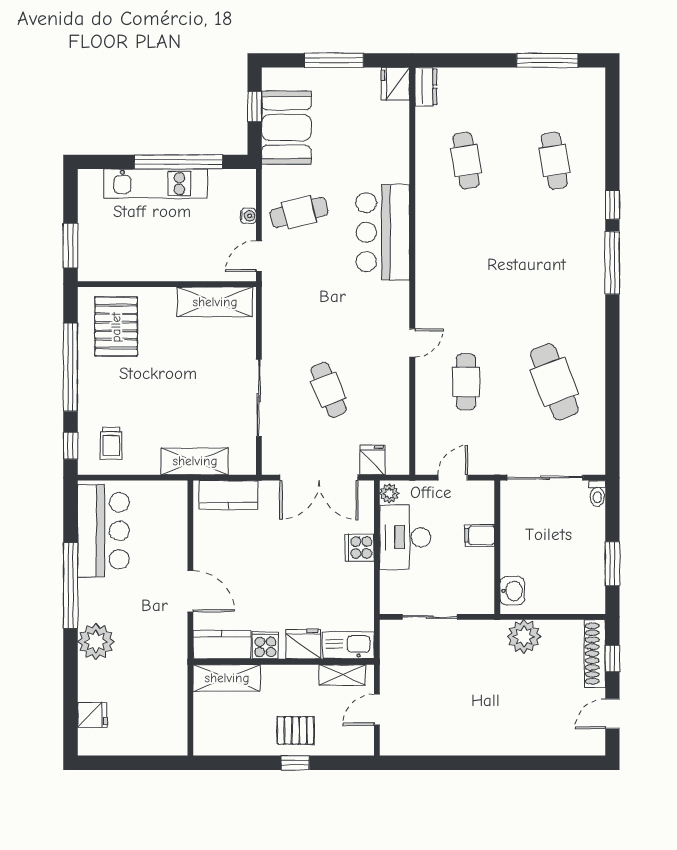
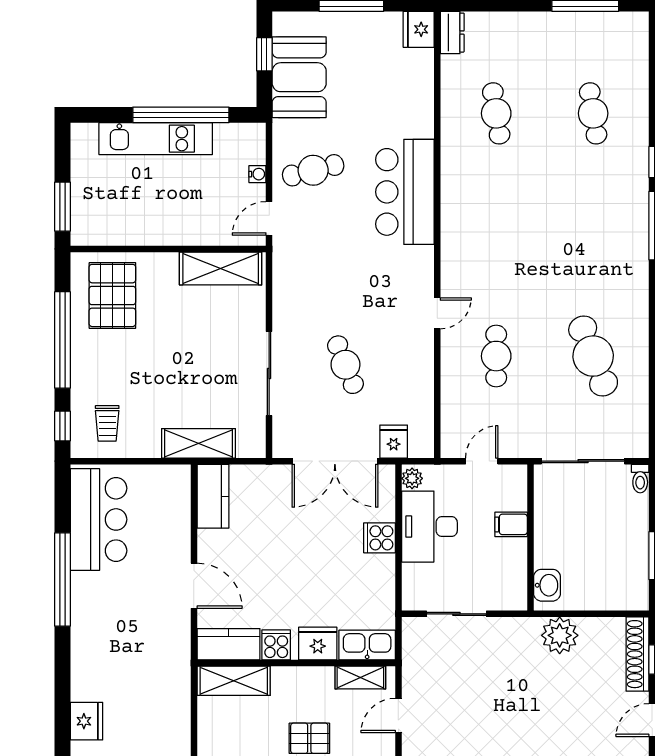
kitchen counter: (228, 495) -> (213, 496), moved, turned -90
plant: (96, 641) -> (90, 641), removed
fridge: (92, 715) -> (86, 721), width x1.38

